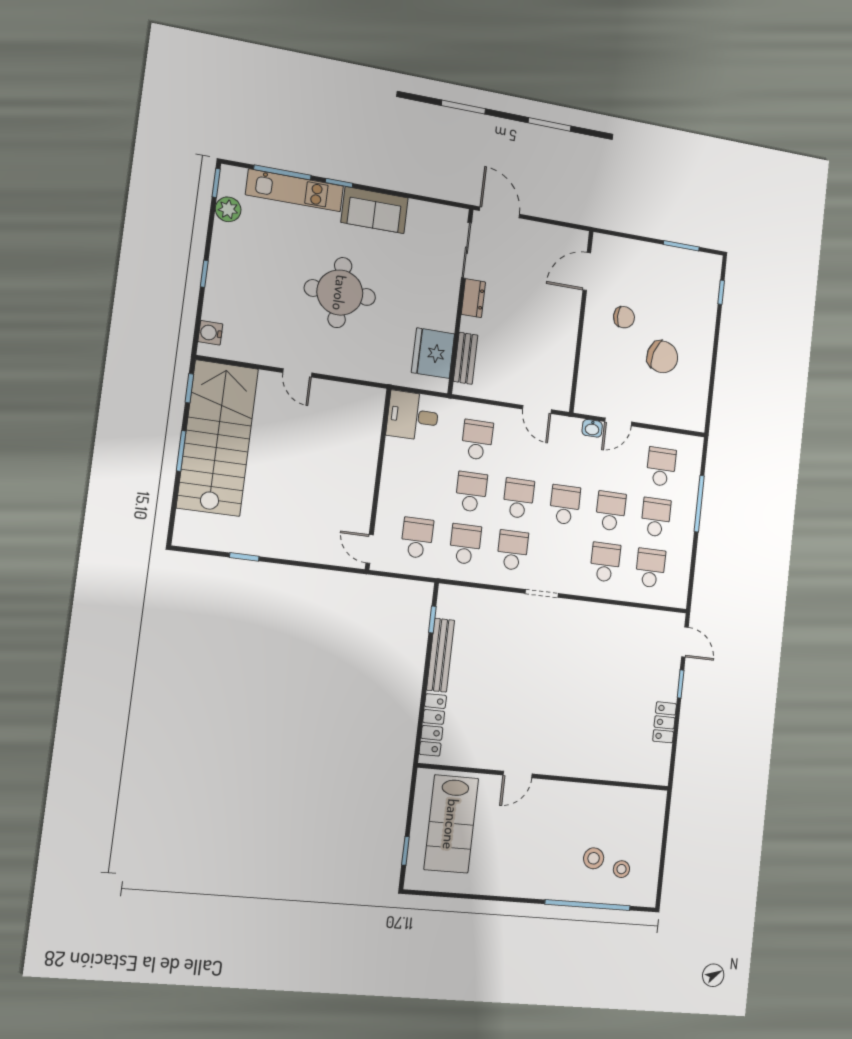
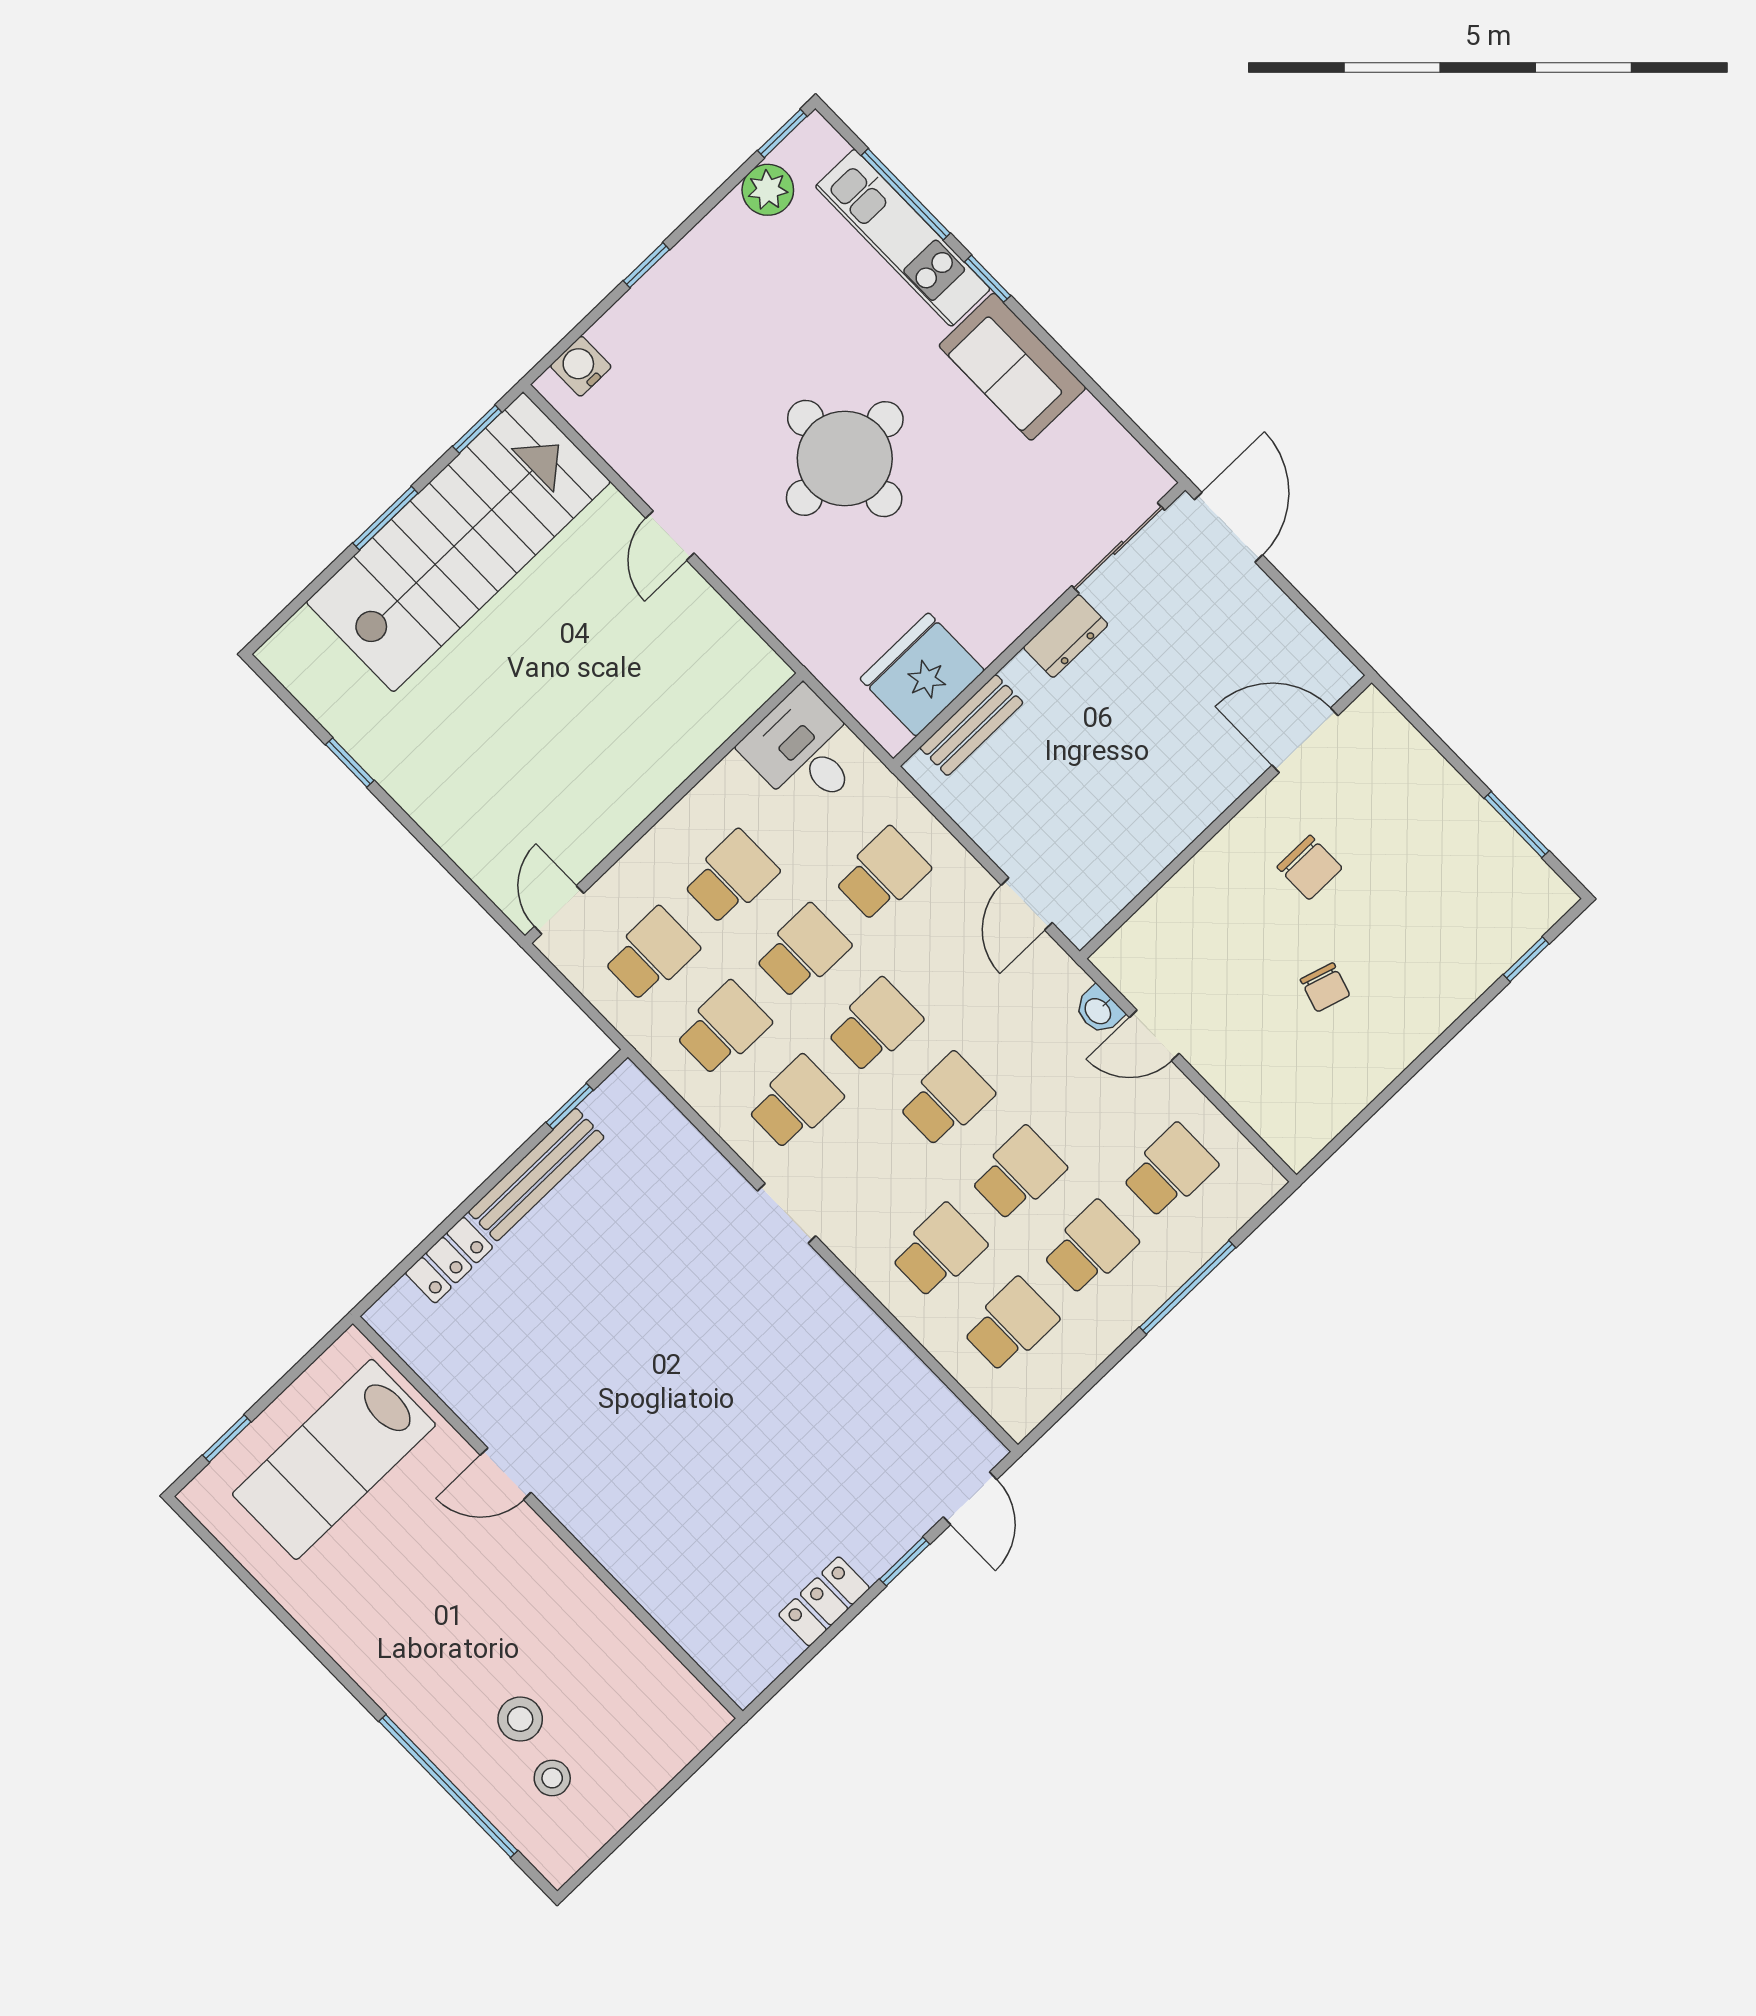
chair: (662, 357) -> (1325, 987), width x0.54, depth x0.54
school desk: (423, 485) -> (731, 877), added
locker: (433, 725) -> (449, 1260), width x0.66

